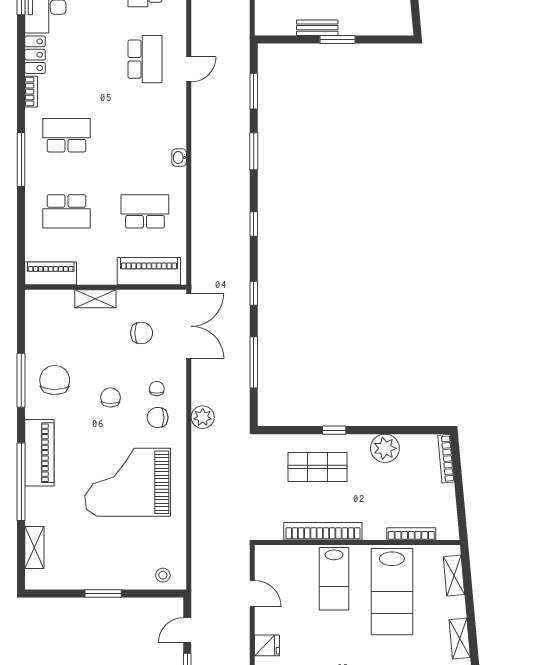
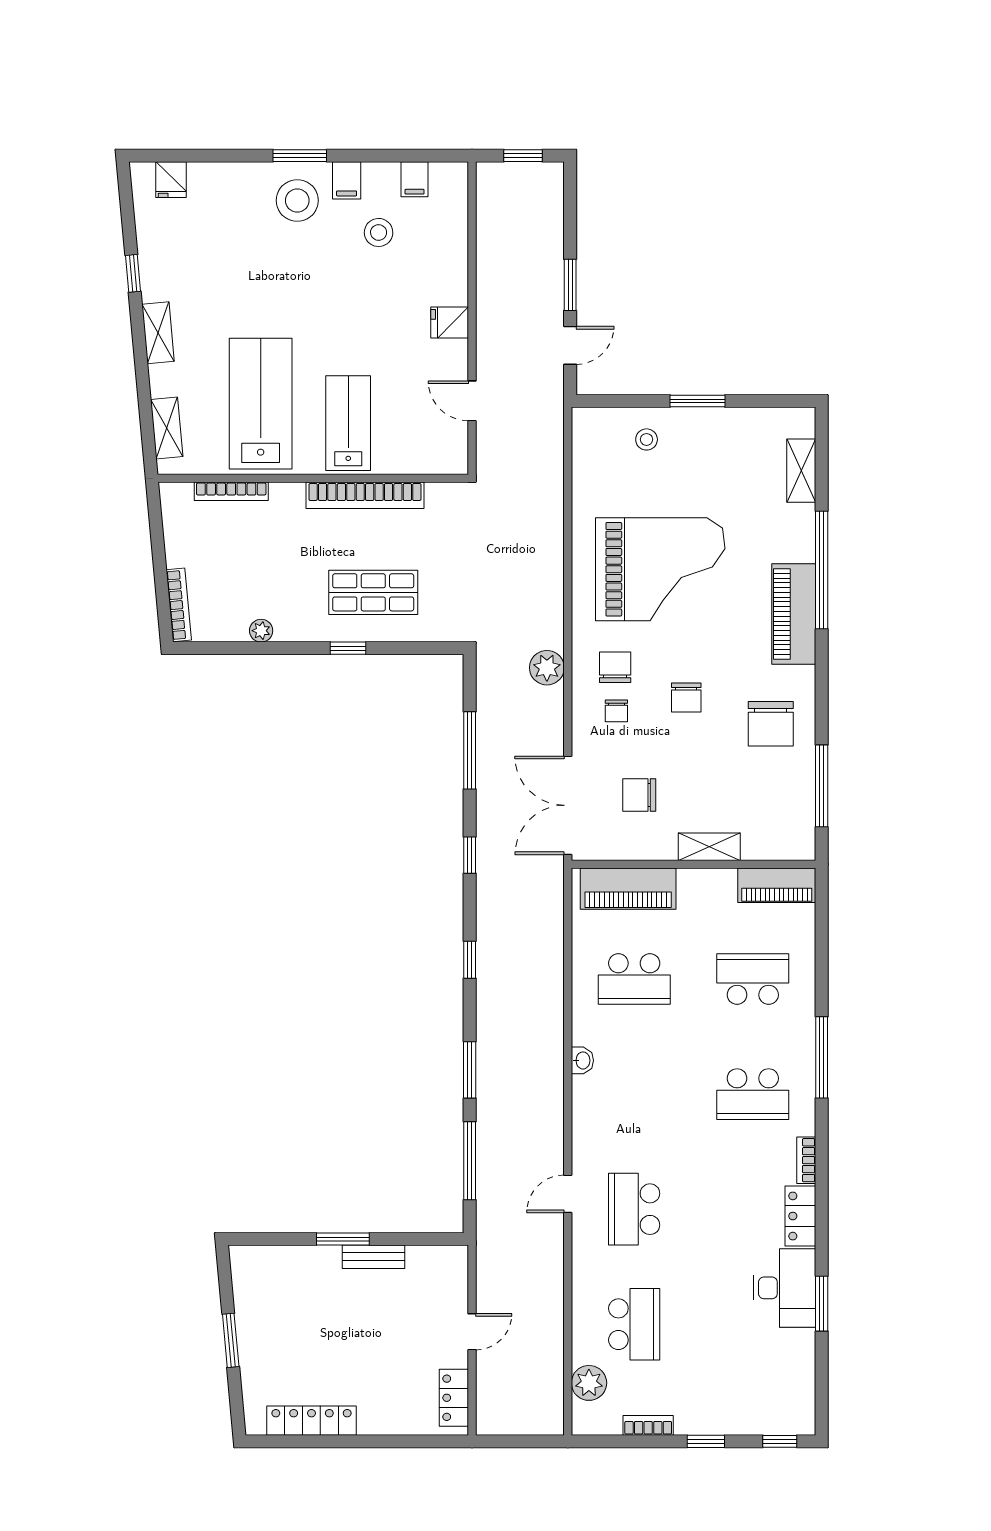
window: (254, 91) -> (470, 1161), width x1.44
window: (21, 380) -> (822, 786), moved
chair: (158, 417) -> (615, 667), turned -90
plant: (385, 448) -> (261, 631), width x0.53, depth x0.53
stool: (163, 575) -> (647, 439), moved

